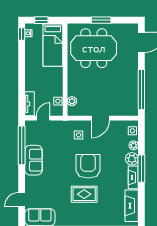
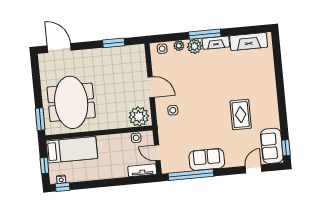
window: (101, 20) -> (40, 119), moved
window: (141, 90) -> (114, 43), width x0.47
plant: (72, 101) -> (139, 117), width x1.87, depth x1.87
armchair: (88, 166) -> (208, 96), removed
rug: (84, 194) -> (241, 115), moved
door: (22, 200) -> (254, 169), swing flipped

